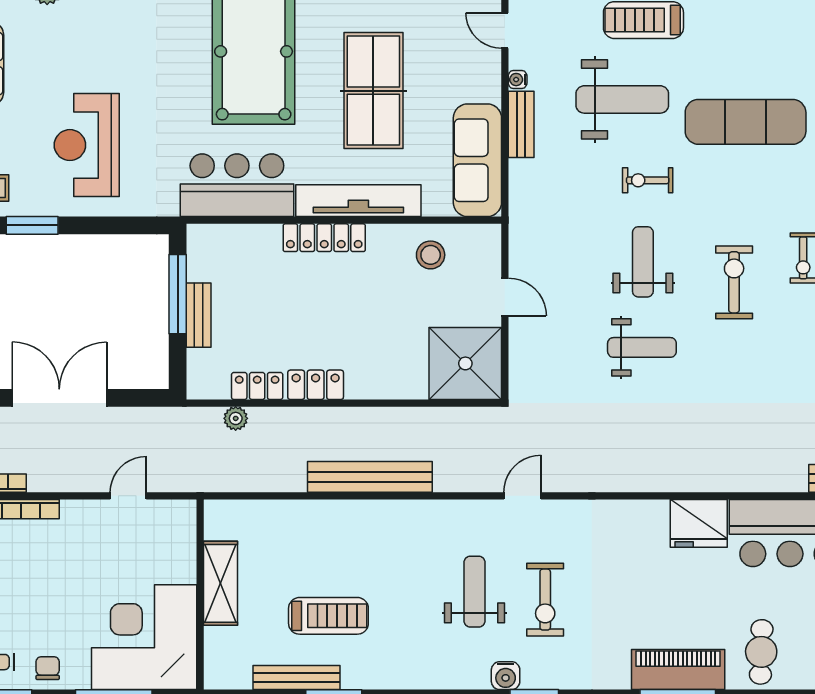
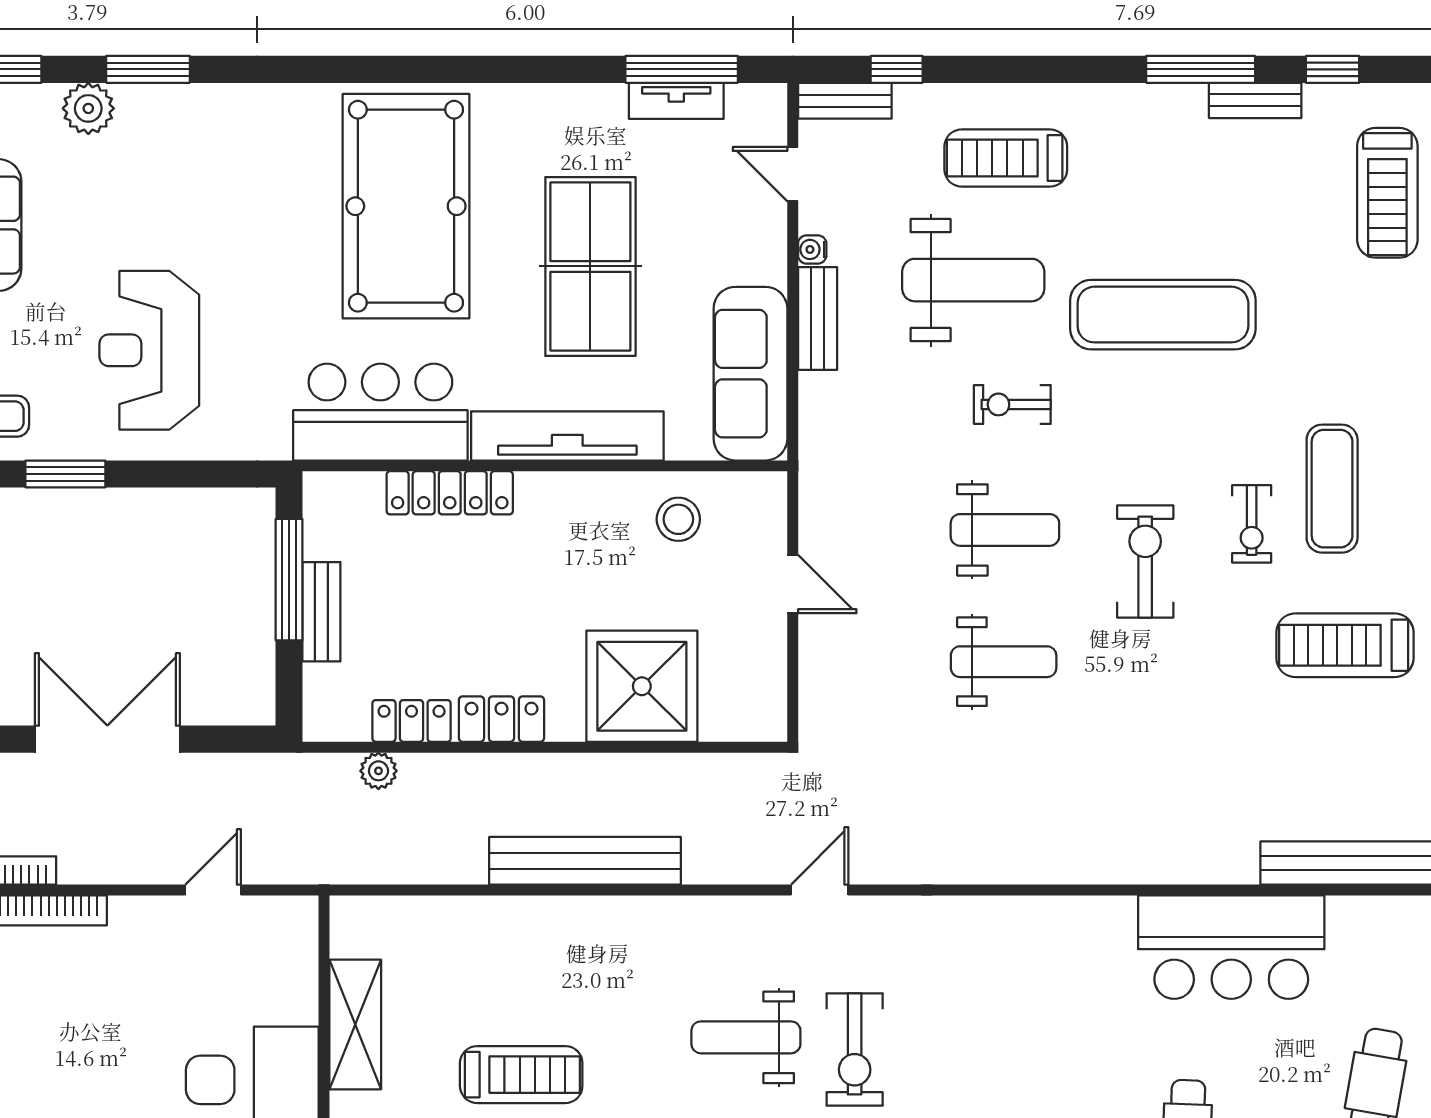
locker: (324, 238) -> (450, 493), moved
weight bench: (643, 262) -> (1005, 530), turned 90
shower: (465, 363) -> (642, 686), moved
fridge: (699, 523) -> (1091, 932), removed
weight bench: (475, 592) -> (746, 1037), turned -90

